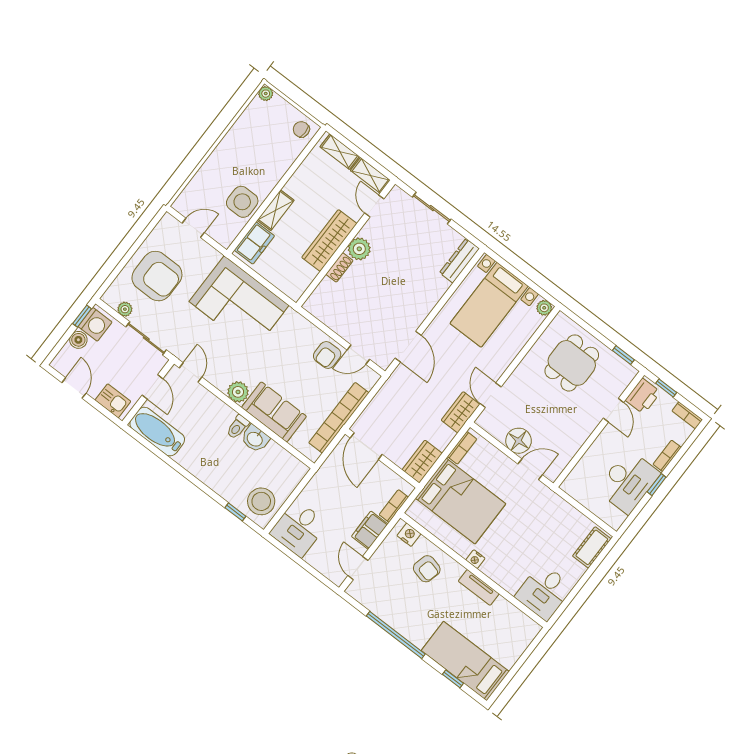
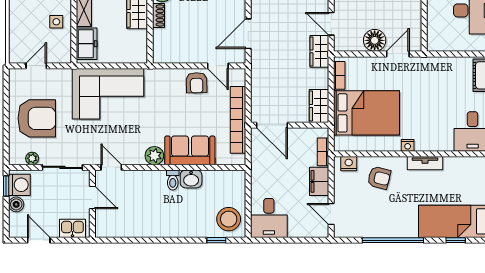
side table: (242, 202) -> (56, 22), width x0.54, depth x0.54
door: (408, 347) -> (248, 34), swing flipped
door: (358, 355) -> (218, 66), hinge flipped
bathtub: (157, 432) -> (120, 226), removed

